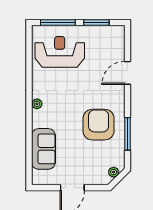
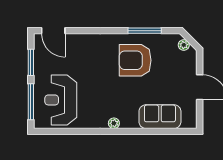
door: (127, 73) -> (53, 31), moved

